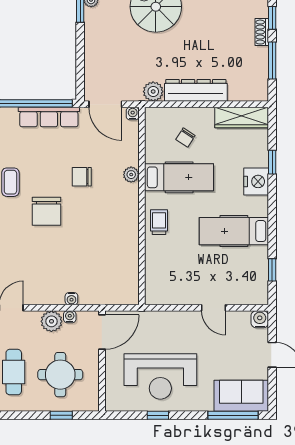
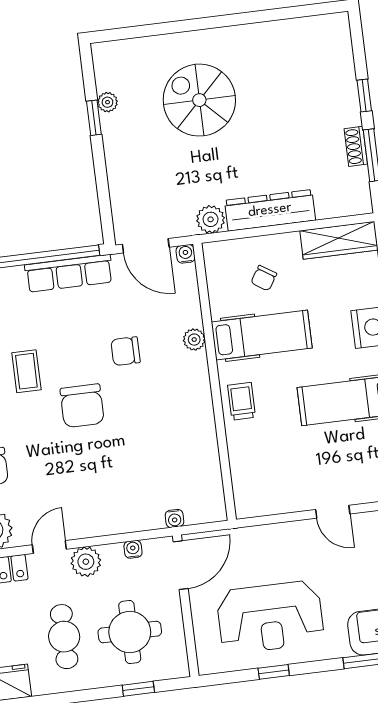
shoe rack: (262, 32) -> (356, 146), moved
water cooler: (71, 299) -> (174, 519), moved
plant: (51, 321) -> (86, 562), moved

